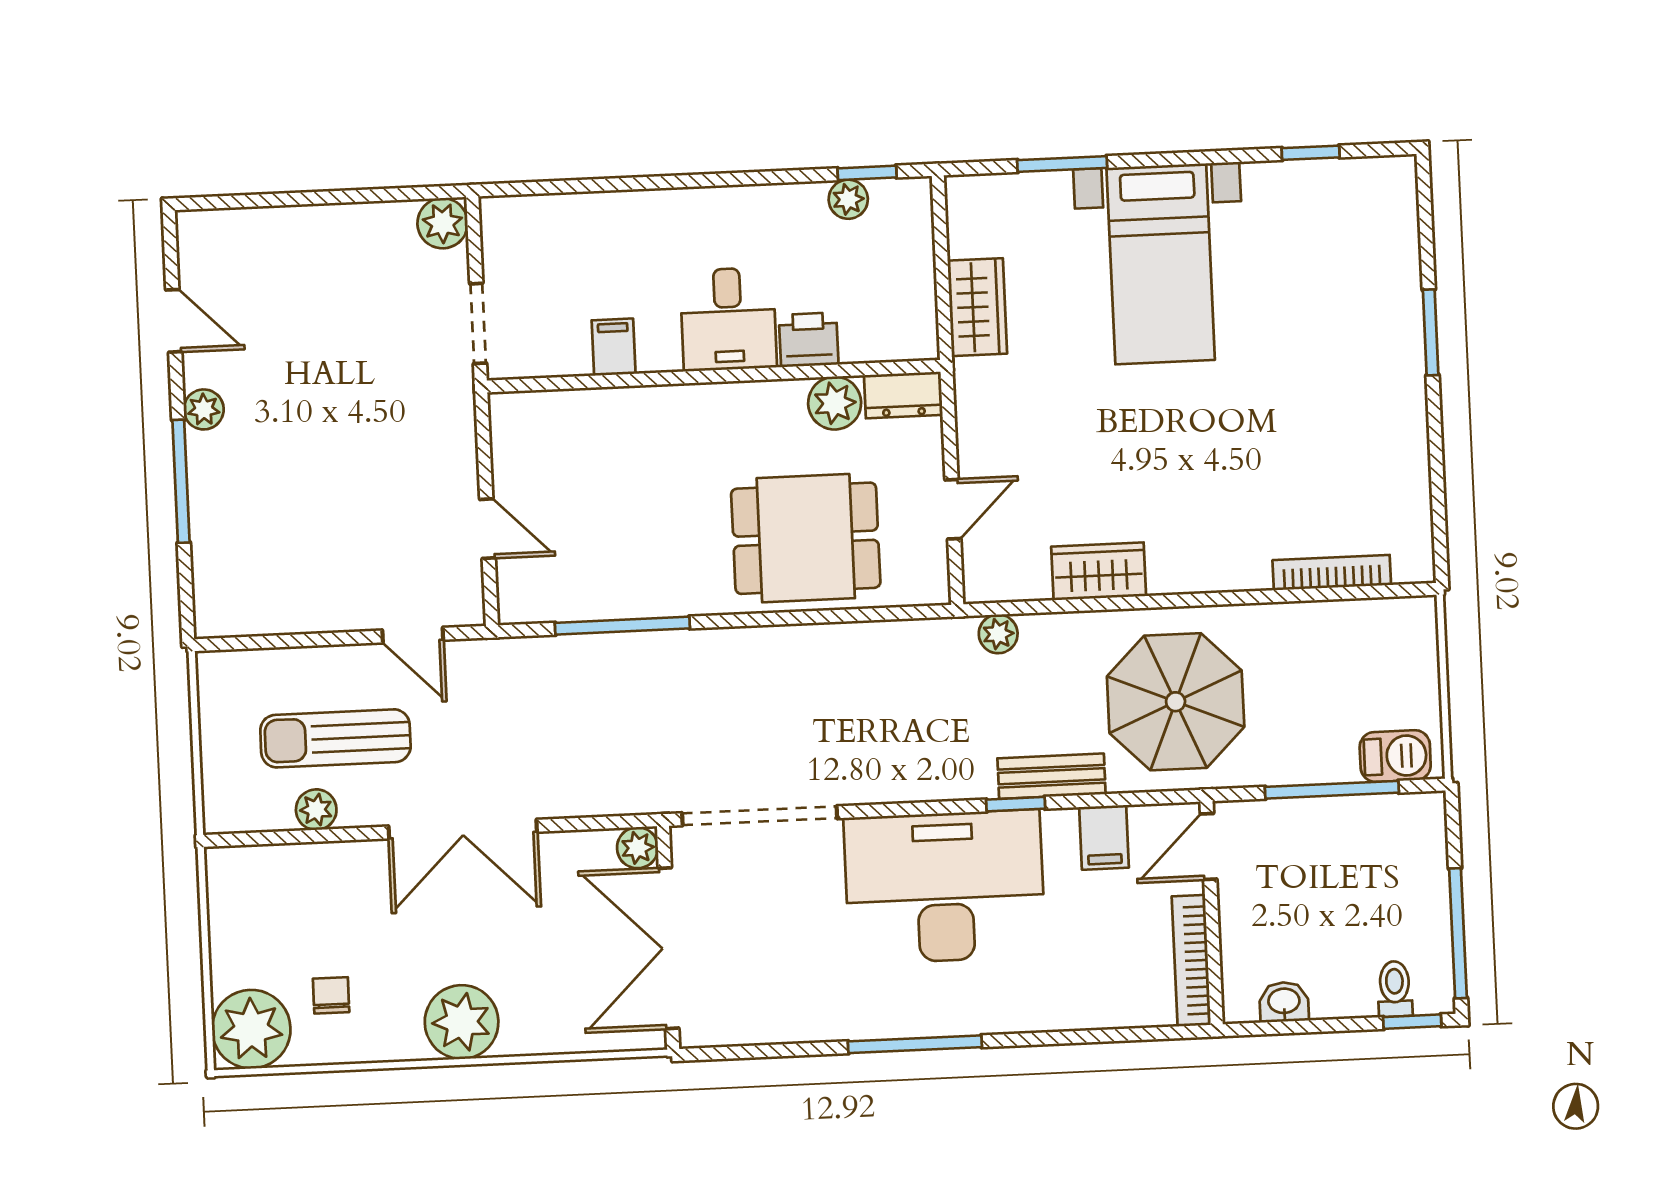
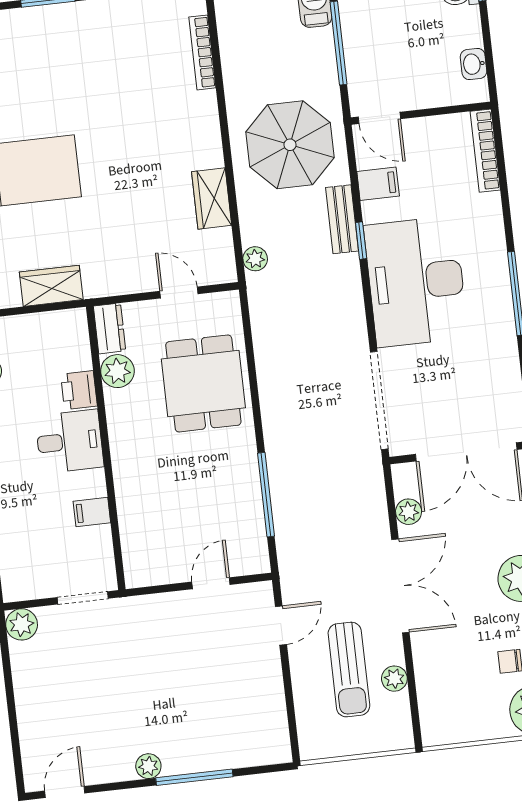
door: (174, 321) -> (65, 792), moved
plant: (638, 848) -> (409, 512), moved
bookcase: (1191, 961) -> (485, 151), moved, turned 90

